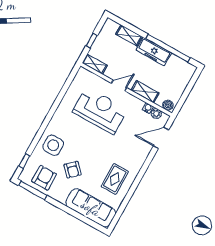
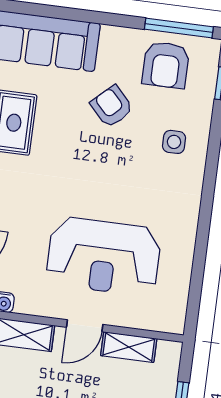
shelving: (95, 64) -> (129, 347), moved
side table: (53, 145) -> (174, 142), width x0.54, depth x0.54

